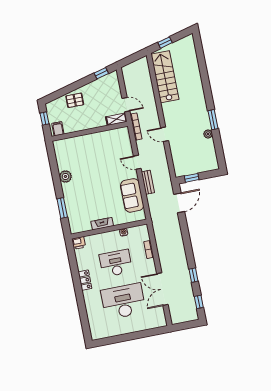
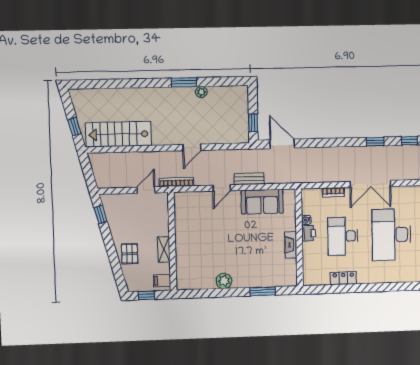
shelving: (116, 119) -> (164, 249), moved
printer: (79, 243) -> (309, 233), moved
locker: (85, 280) -> (343, 278), moved
double door: (162, 289) -> (371, 184), moved

